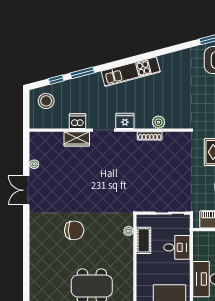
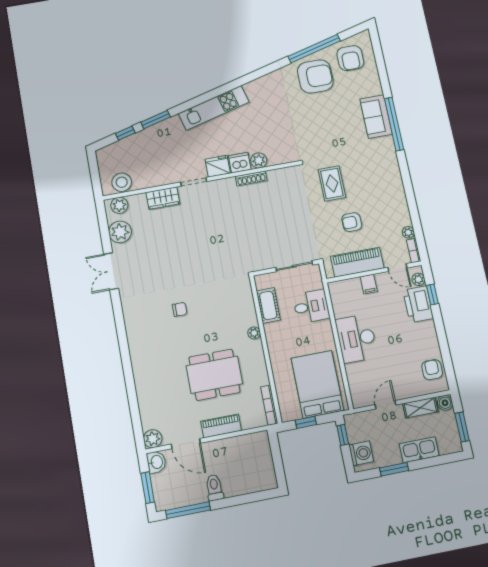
stool: (46, 101) -> (122, 182), moved
dishwasher: (78, 121) -> (240, 163), moved
plant: (41, 138) -> (119, 205), added
plant: (34, 164) -> (120, 232), width x1.87, depth x1.87
chair: (74, 230) -> (180, 309), width x0.54, depth x0.54
plant: (128, 231) -> (254, 333), moved

